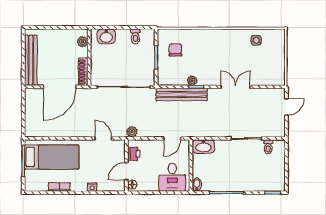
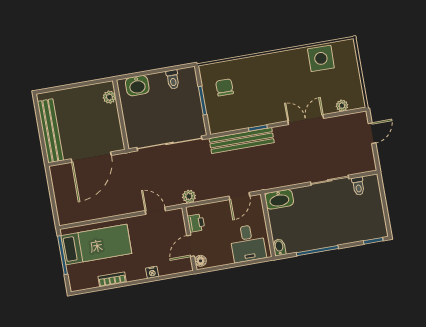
side table: (256, 40) -> (321, 58), width x1.87, depth x1.87
shoe rack: (83, 72) -> (117, 134), removed
plant: (192, 81) -> (342, 106), moved

